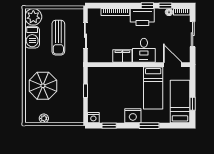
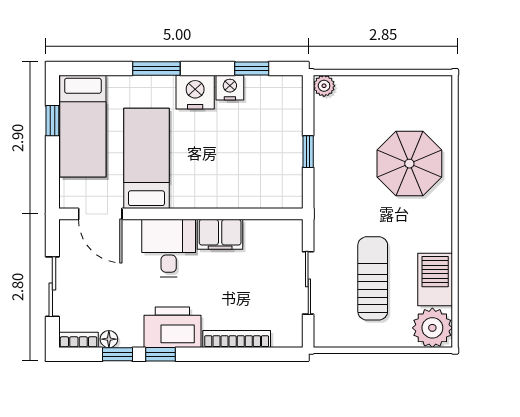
plant: (44, 118) -> (324, 86), moved
nightstand: (93, 118) -> (230, 88), moved

